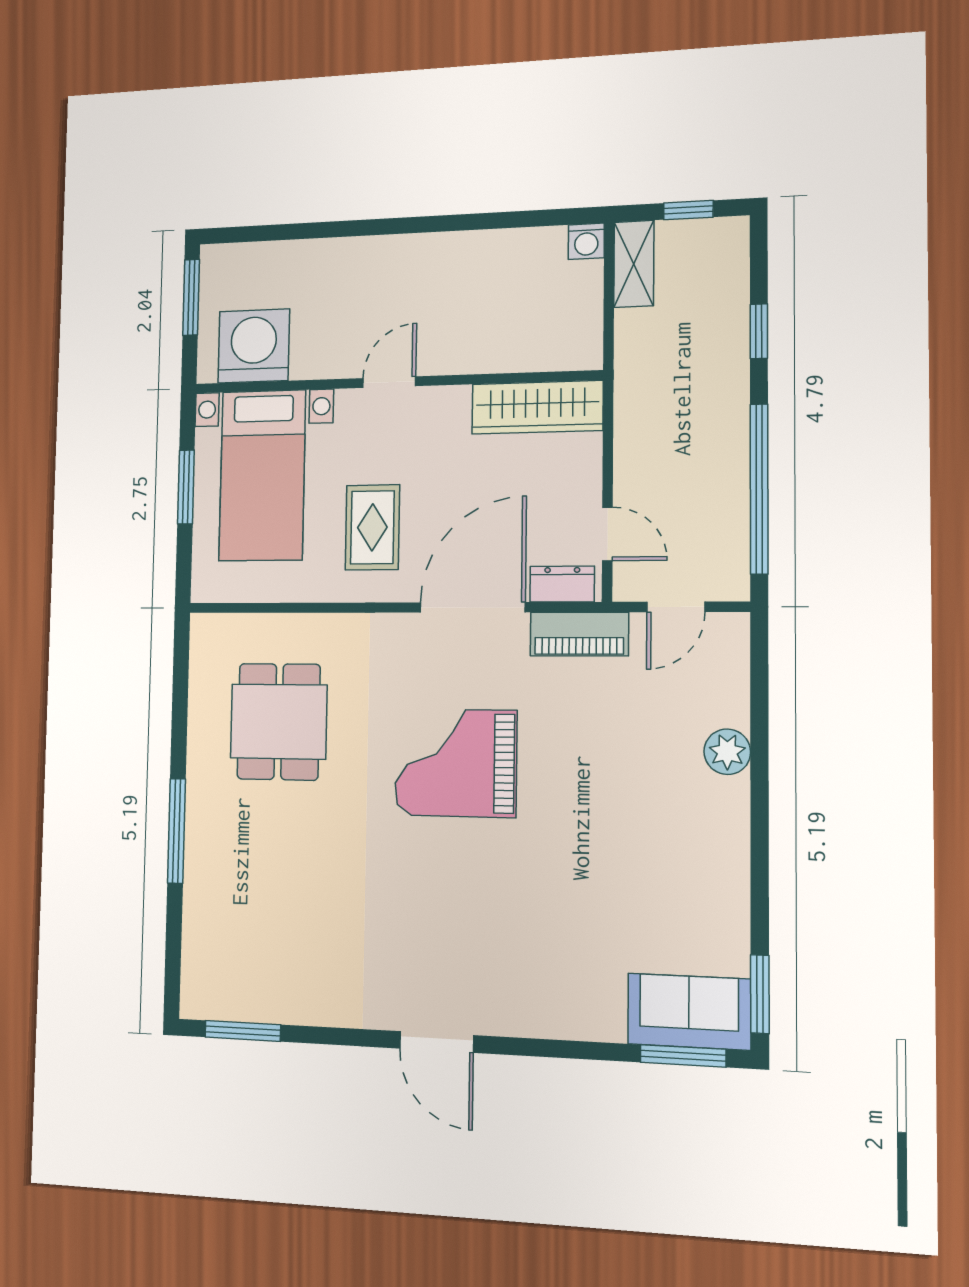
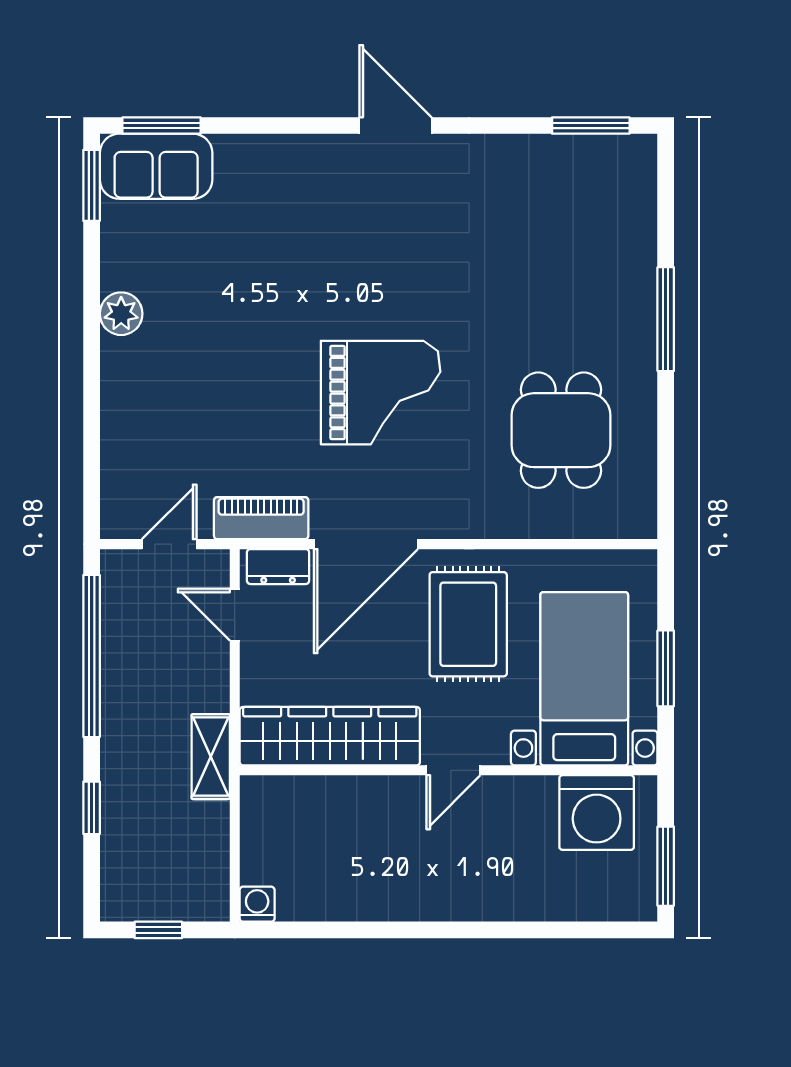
shelving: (634, 264) -> (211, 757), moved
wardrobe: (537, 407) -> (330, 736), width x1.40, depth x1.17
rug: (372, 527) -> (468, 624), width x1.36, depth x1.43
plant: (727, 752) -> (121, 314), moved

